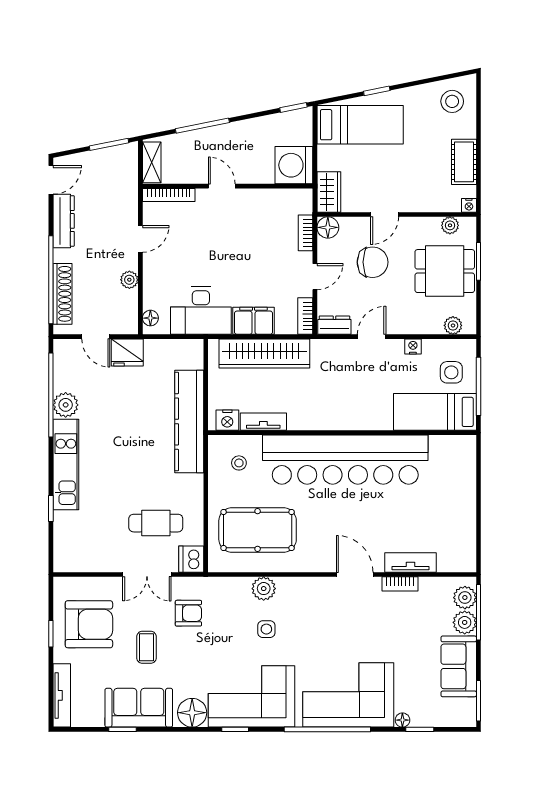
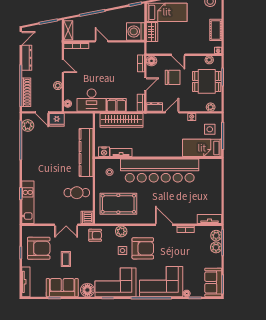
wardrobe: (329, 192) -> (152, 32), moved
door: (385, 214) -> (178, 55), hinge flipped
door: (140, 239) -> (63, 66), hinge flipped
plant: (66, 405) -> (28, 126), moved
kitchen unit: (66, 465) -> (28, 202), moved
cafe table: (156, 523) -> (77, 193), moved
tv unit: (411, 563) -> (209, 219), moved
armchair: (188, 613) -> (95, 235), moved
armchair: (309, 624) -> (143, 248), added
sofa: (459, 666) -> (213, 282), moved

